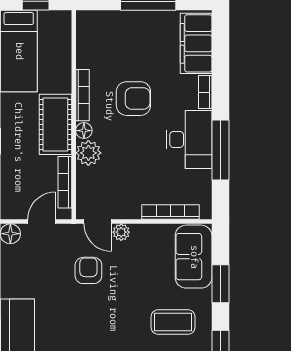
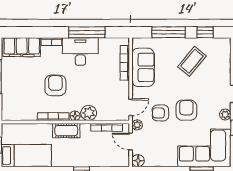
cot: (55, 124) -> (66, 131), width x0.73, depth x0.75
plant: (121, 232) -> (137, 125), moved
sofa: (194, 257) -> (143, 67), moved, turned -90
window: (220, 284) -> (169, 32), width x1.44
armchair: (93, 313) -> (186, 110), added
coffee table: (173, 322) -> (192, 61), turned 40

